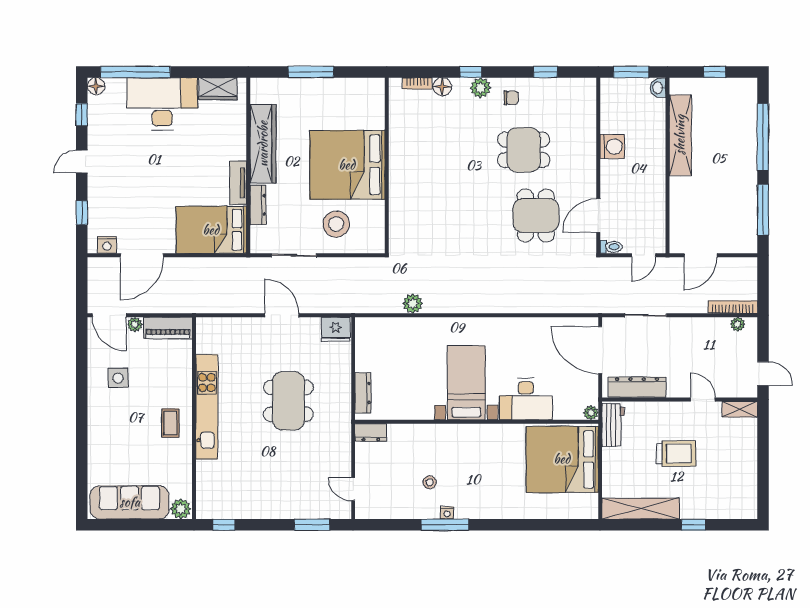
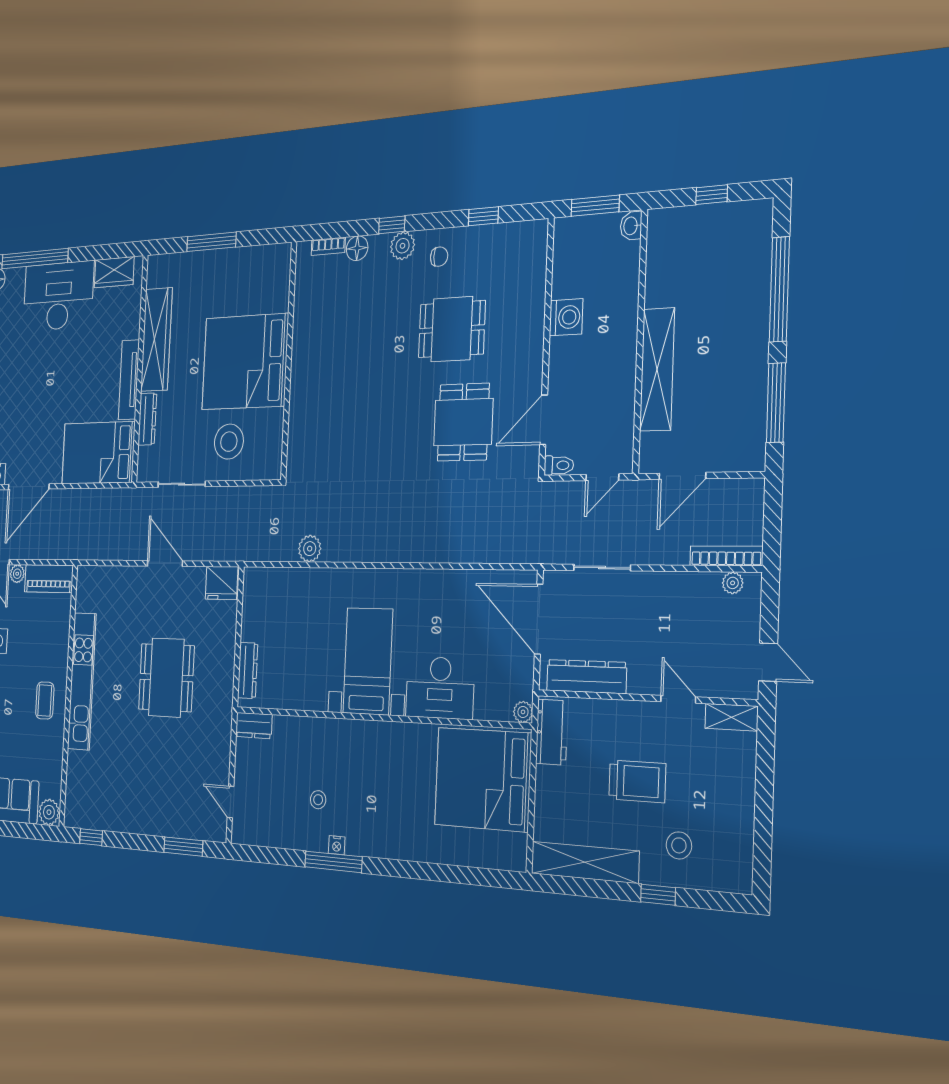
shelving: (680, 135) -> (657, 370), moved
tv unit: (238, 183) -> (129, 380), width x1.41
stool: (707, 492) -> (679, 845), added

